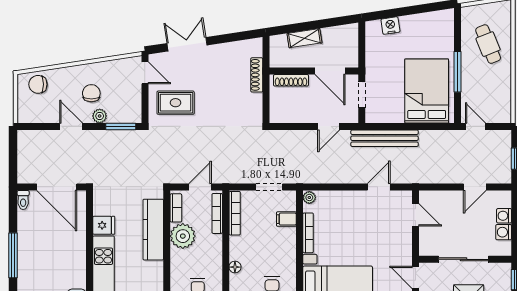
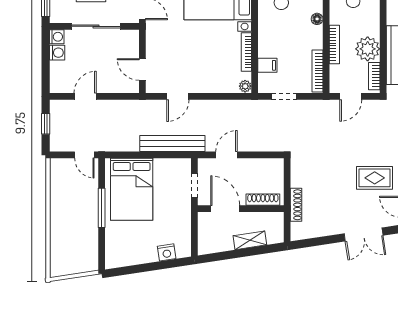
cafe table: (488, 44) -> (72, 235), removed
bookcase: (217, 213) -> (334, 45), moved
washing machine: (504, 216) -> (57, 37), moved

